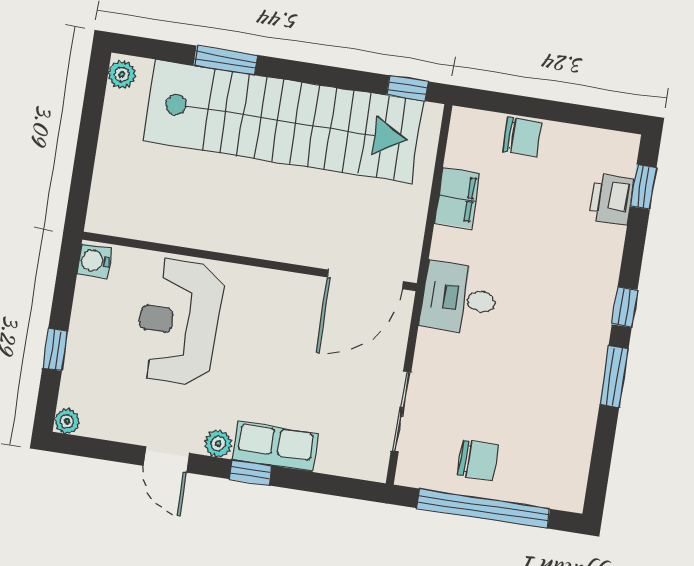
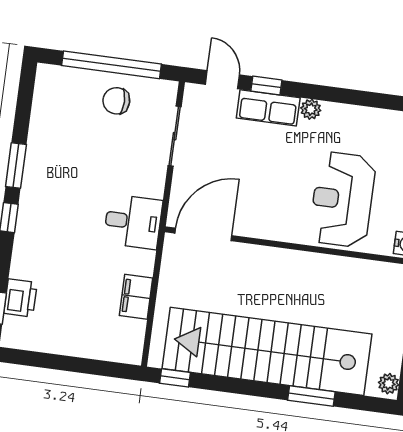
chair: (522, 136) -> (88, 344), removed
reception desk: (178, 322) -> (342, 199), turned 180
door: (167, 459) -> (222, 80), moved
window: (251, 472) -> (266, 86), moved

